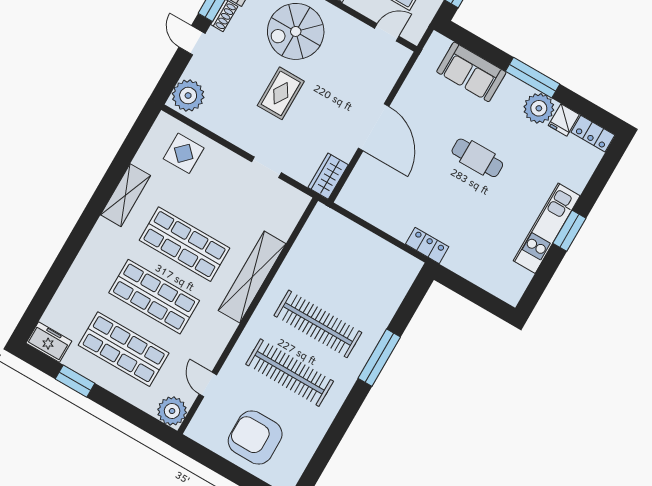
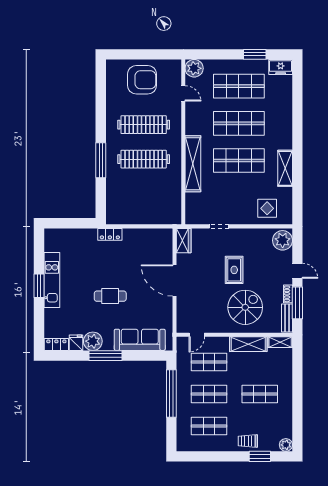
sofa: (471, 72) -> (140, 340), width x1.36

